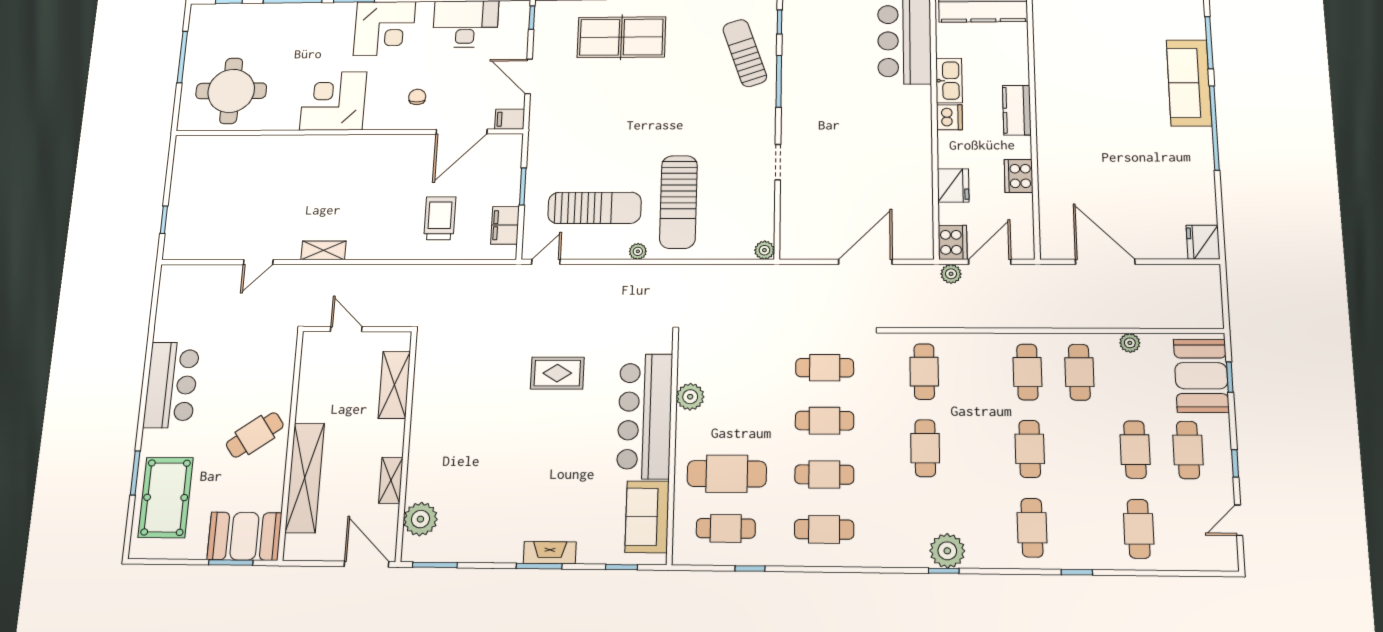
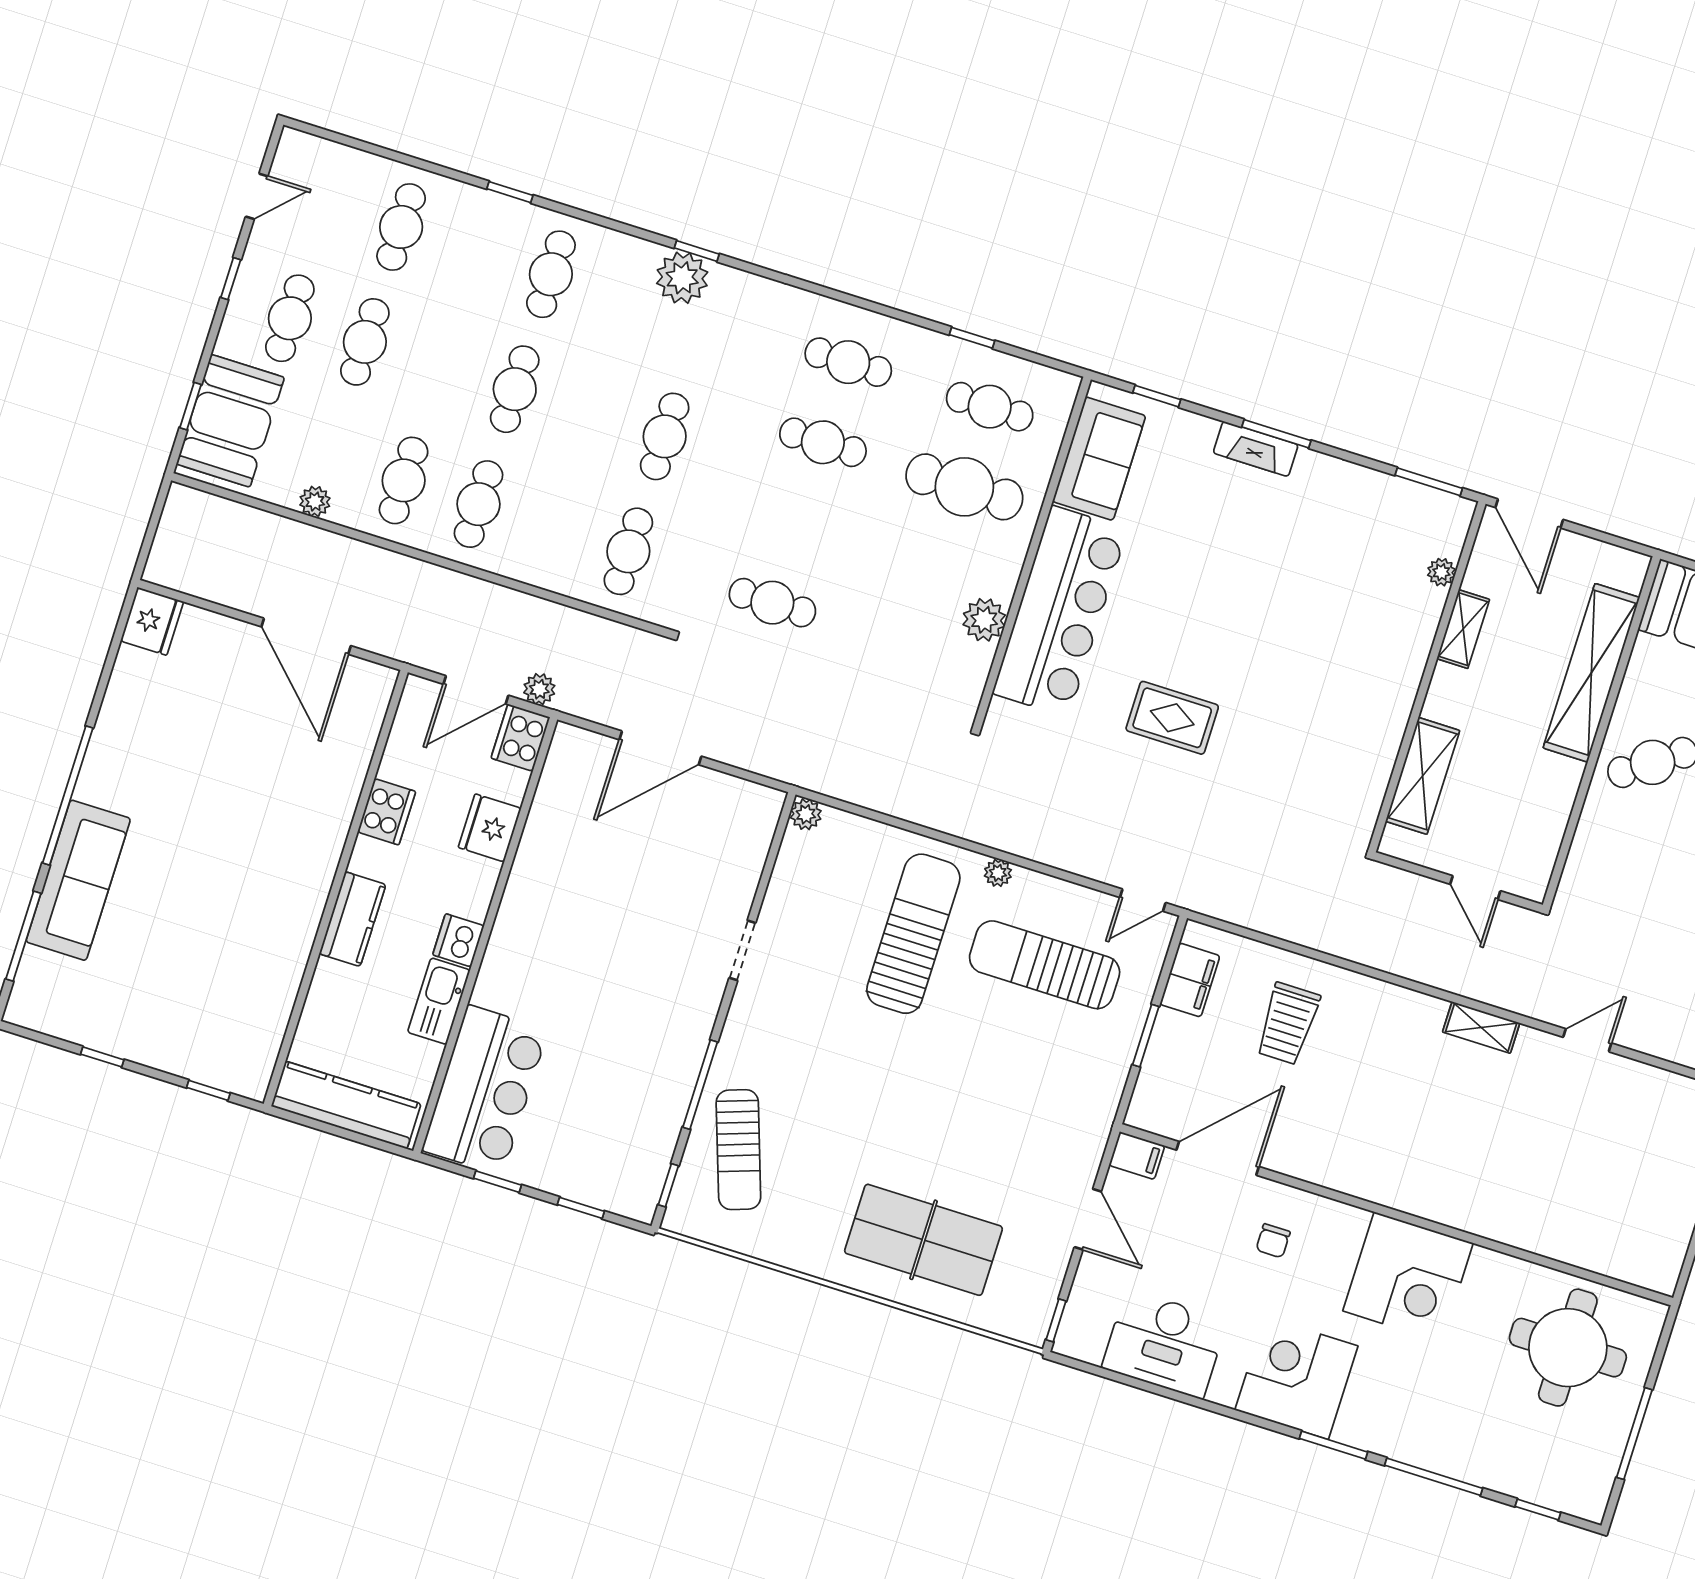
cafe table: (824, 421) -> (798, 522), removed
plant: (420, 519) -> (1441, 572), width x0.53, depth x0.53

